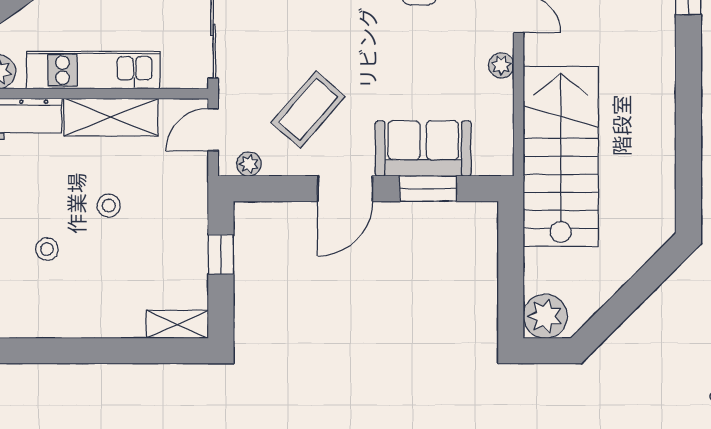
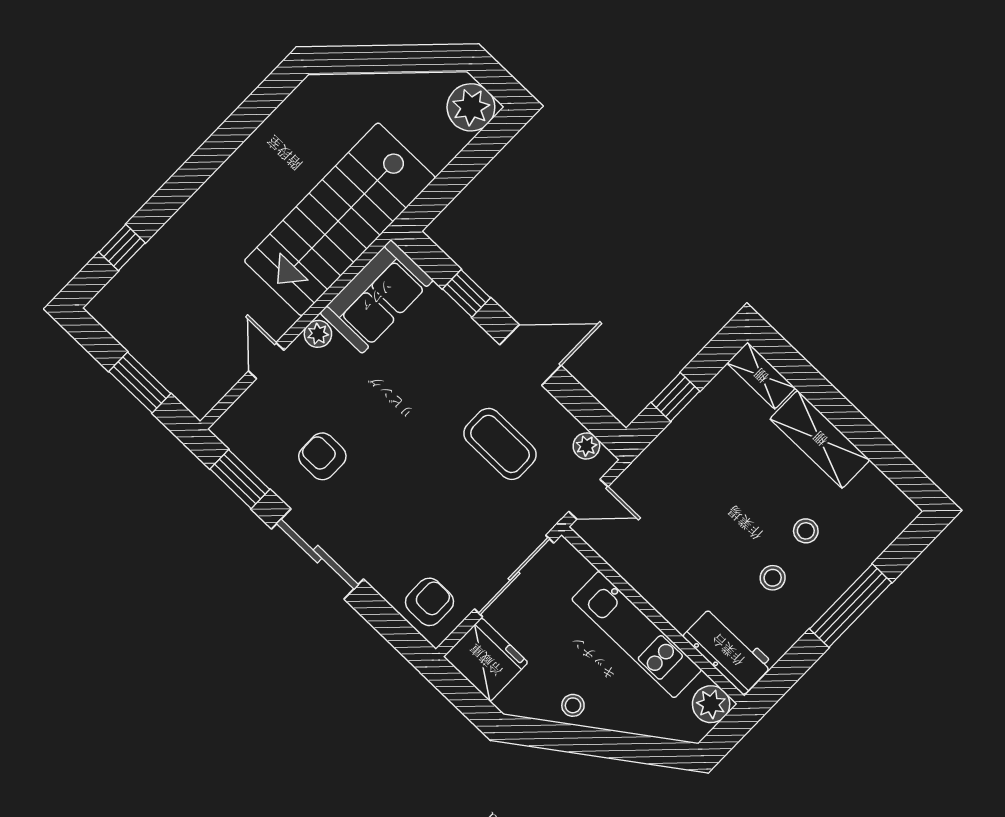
coffee table: (308, 109) -> (500, 444), turned 49
shelving: (111, 117) -> (820, 439), moved
sofa: (423, 149) -> (377, 297), moved, turned -90
window: (428, 189) -> (466, 293), width x0.67
stool: (109, 206) -> (773, 578), moved

